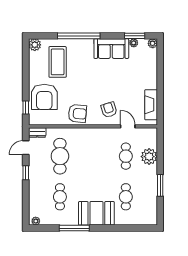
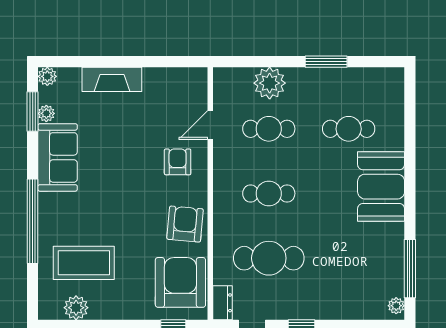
plant: (35, 45) -> (76, 308), moved
armchair: (44, 97) -> (180, 282), moved, turned -90
fireplace: (151, 105) -> (112, 79), moved
armchair: (109, 110) -> (178, 162), turned 108
cafe table: (60, 197) -> (269, 193), moved
window: (74, 228) -> (410, 269), moved

